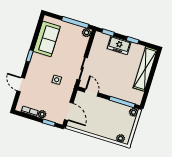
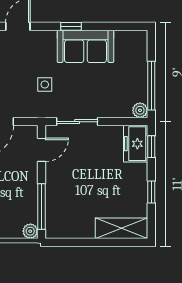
sofa: (47, 39) -> (85, 46), moved
freezer: (119, 45) -> (136, 144), moved
shelving: (145, 69) -> (122, 228), width x0.68

